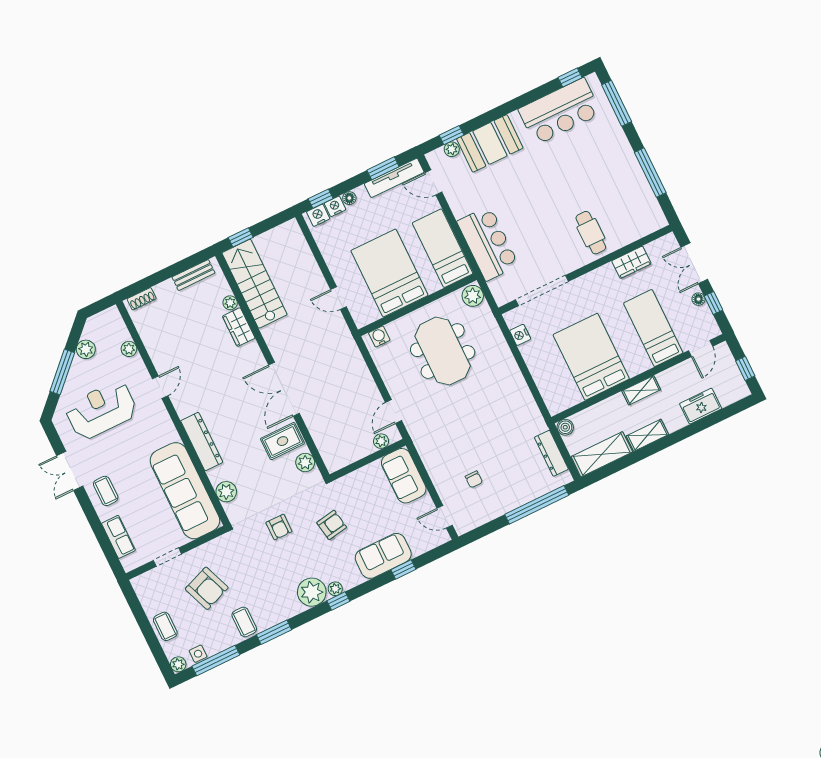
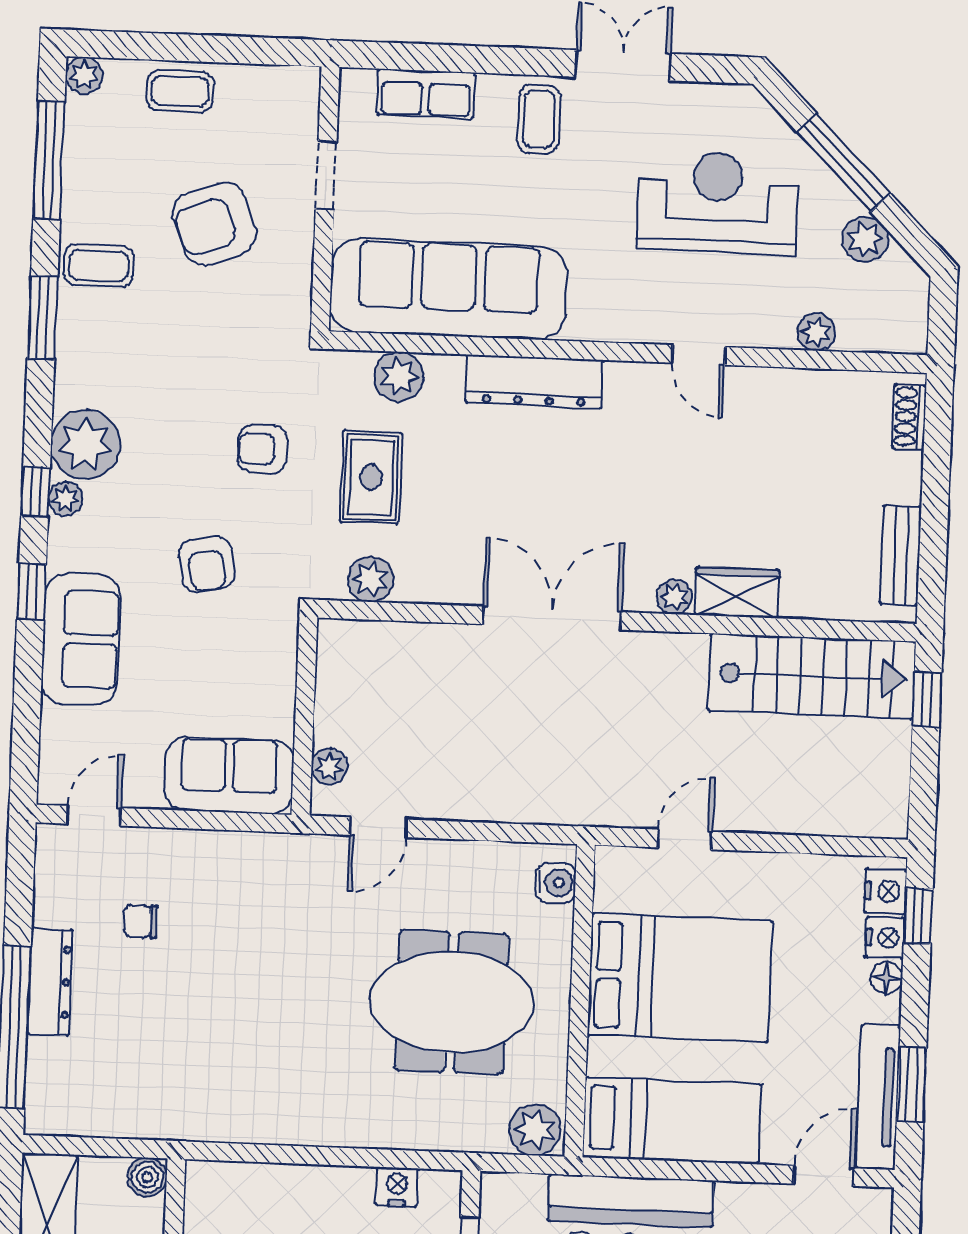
plant: (230, 303) -> (674, 597), moved
reception desk: (101, 410) -> (717, 202), turned -90
door: (394, 412) -> (378, 827), swing flipped
rug: (282, 441) -> (371, 477), moved
dresser: (551, 453) -> (50, 982), moved, turned 90
coffee table: (106, 491) -> (539, 119), turned 90
window: (403, 569) -> (32, 592), moved
side table: (198, 654) -> (84, 130), removed

